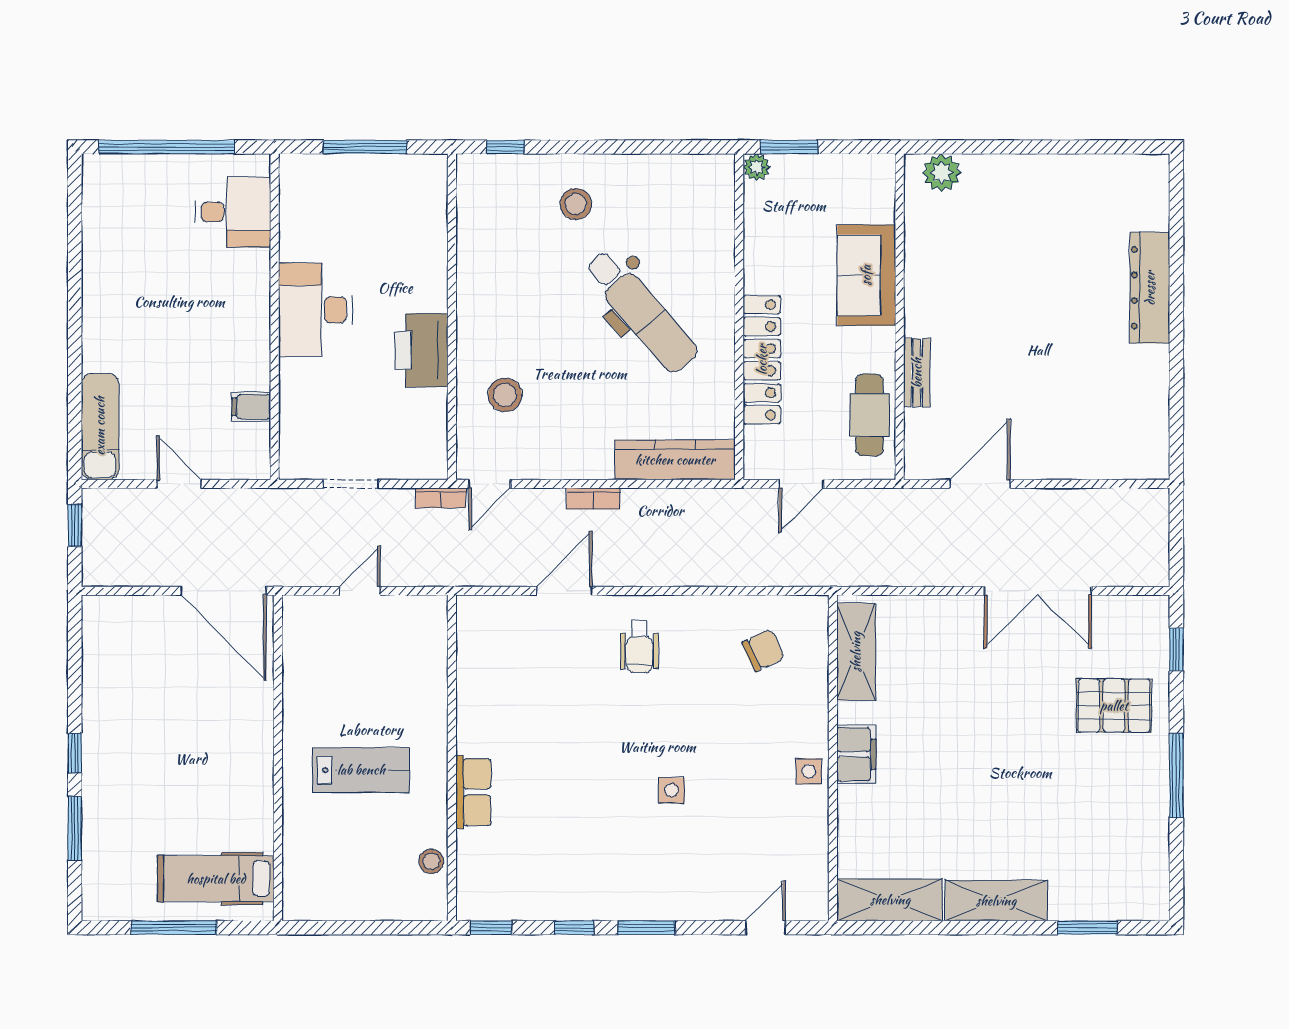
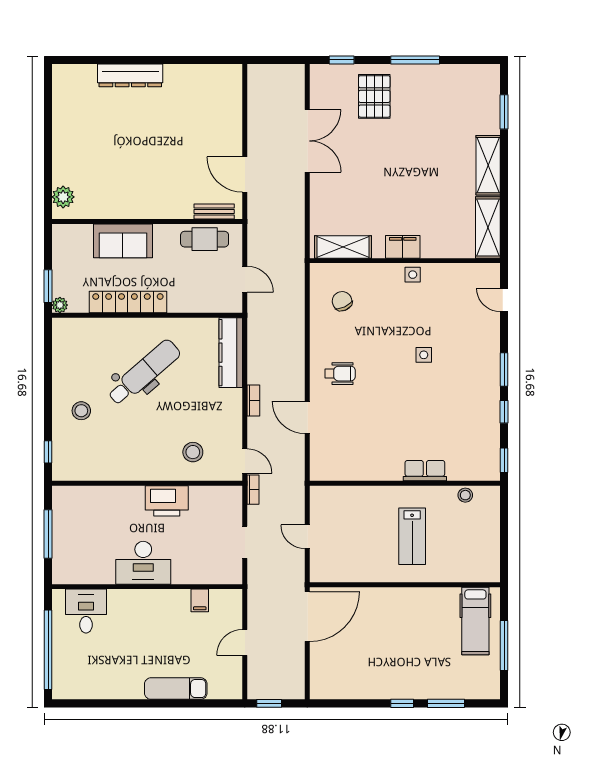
locker: (762, 360) -> (128, 302), moved
bench: (917, 373) -> (214, 212), moved
exam couch: (100, 426) -> (176, 689), moved
lab bench: (361, 770) -> (412, 536), turned 180

